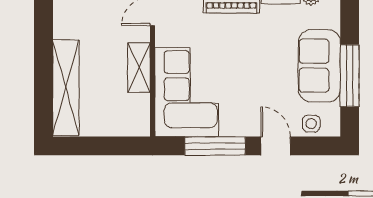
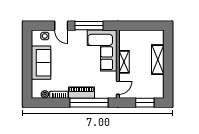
window: (350, 76) -> (27, 58), removed
shelving: (66, 88) -> (158, 60), width x0.68

